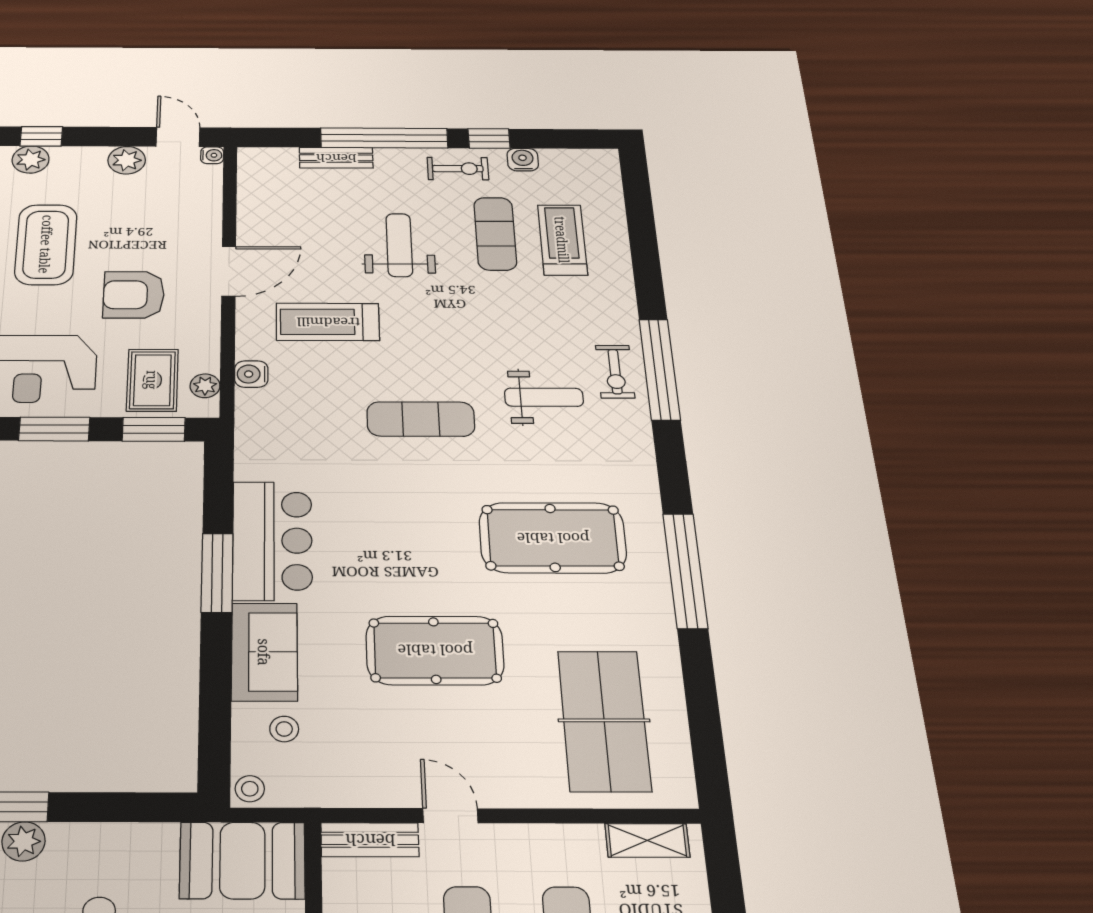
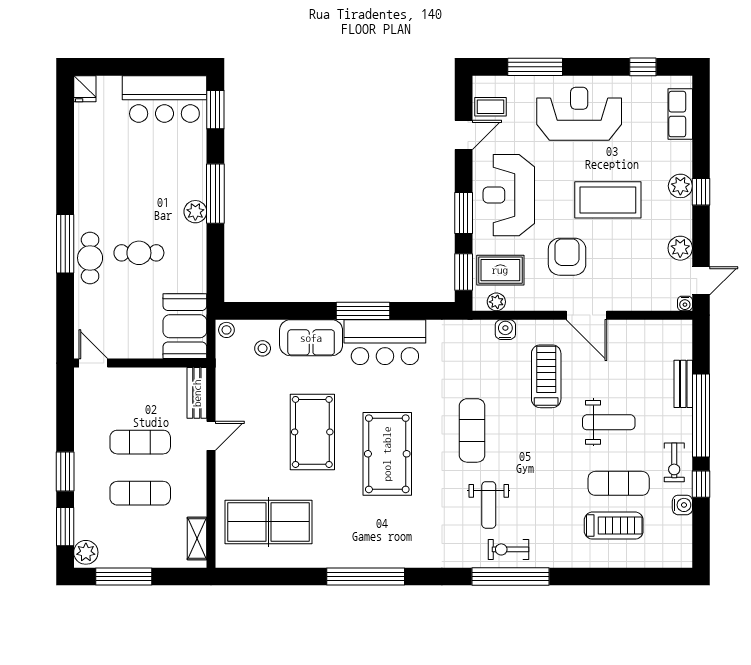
pool table: (553, 538) -> (387, 454), moved

